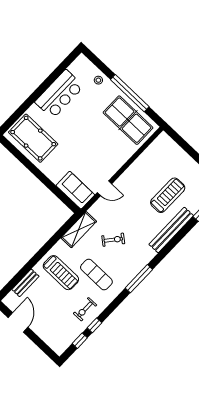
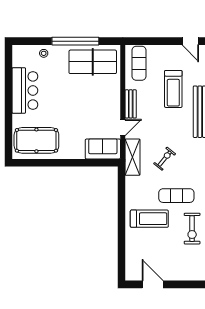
exercise mat: (161, 153) -> (139, 63), added
treadmill: (168, 195) -> (173, 89), turned 180
shelving: (79, 230) -> (133, 157), moved
bench: (25, 283) -> (131, 104), moved
exercise bike: (85, 309) -> (192, 229), width x1.38, depth x1.39

